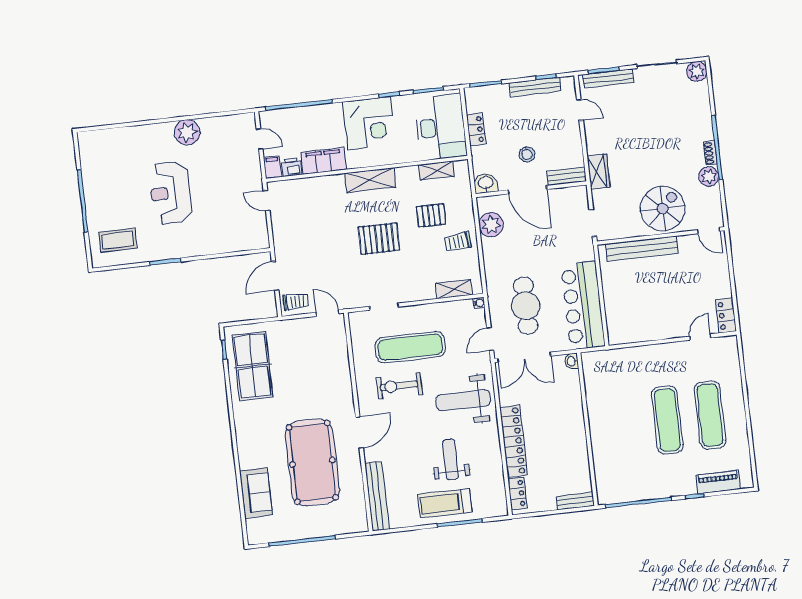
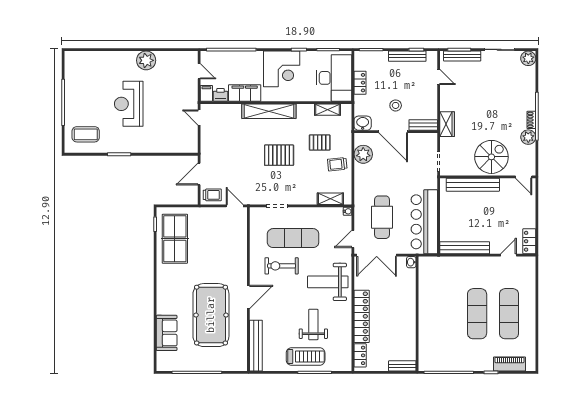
shelving: (370, 180) -> (269, 111), width x1.47
bench: (641, 334) -> (465, 248), added
treadmill: (445, 503) -> (306, 356), turned 180

